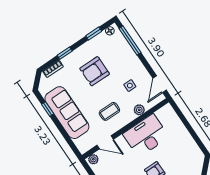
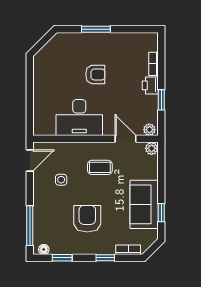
armchair: (95, 71) -> (87, 219), turned -90
plant: (139, 110) -> (152, 148), moved
sofa: (67, 113) -> (144, 204), width x0.73

